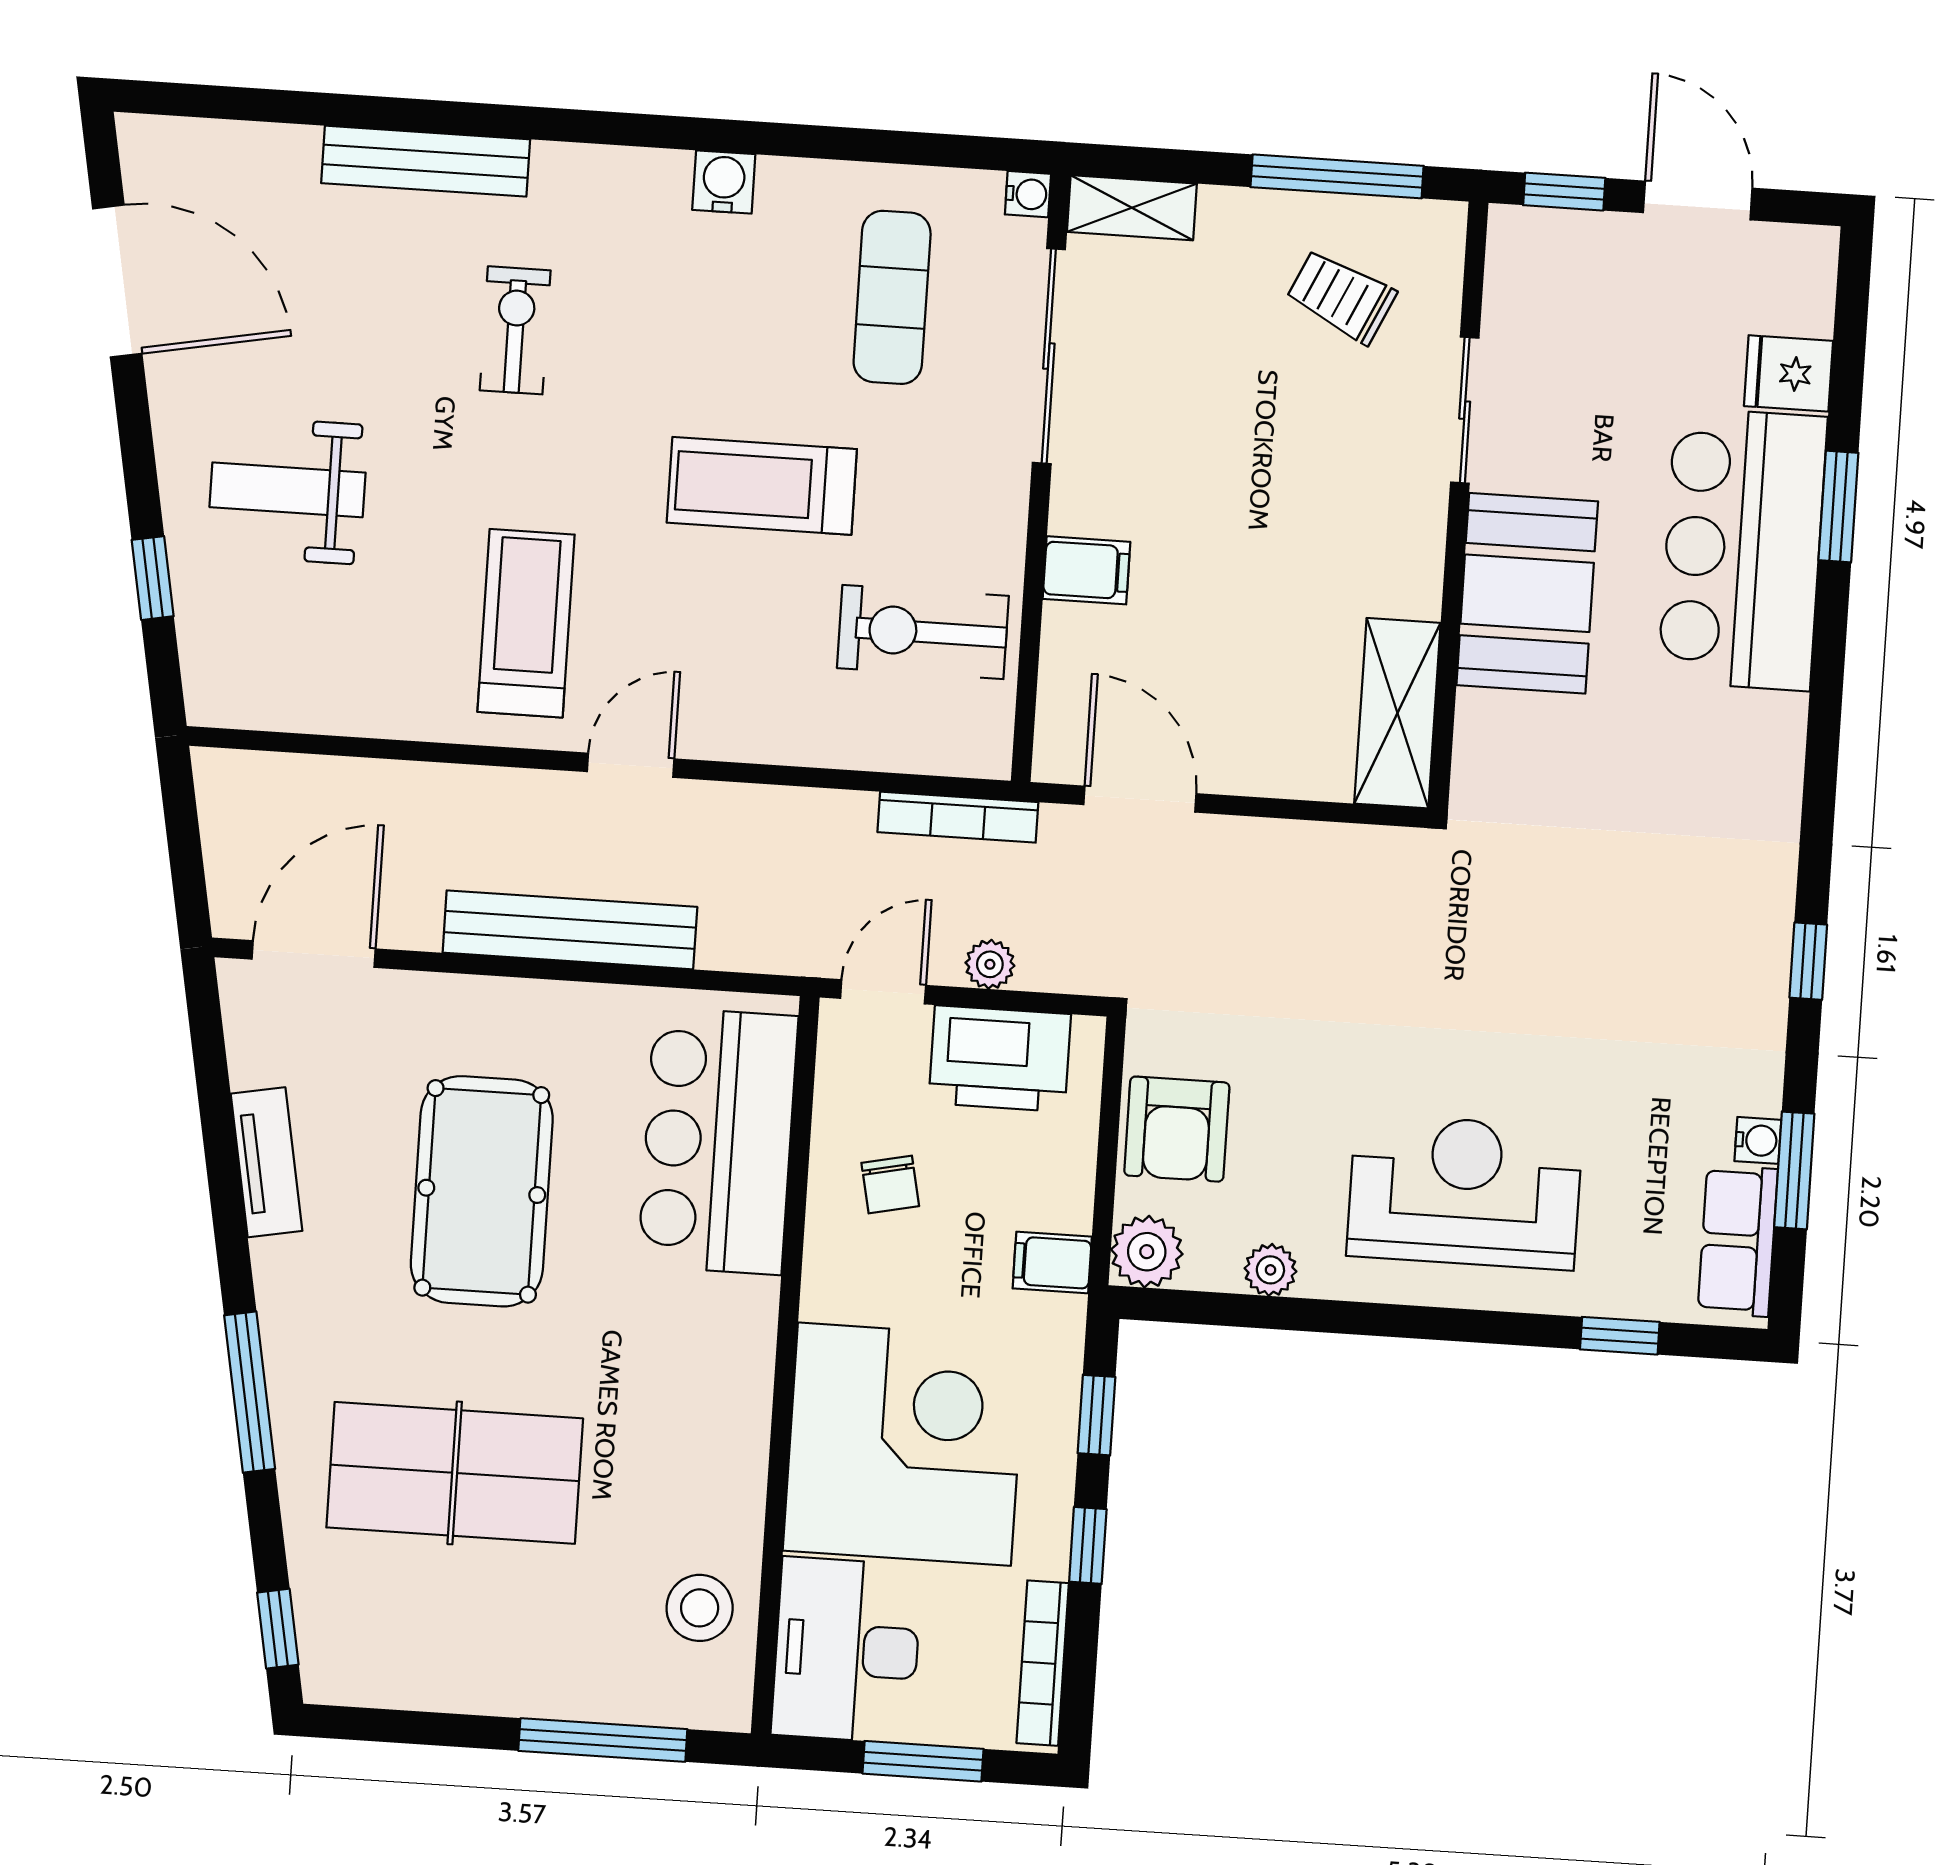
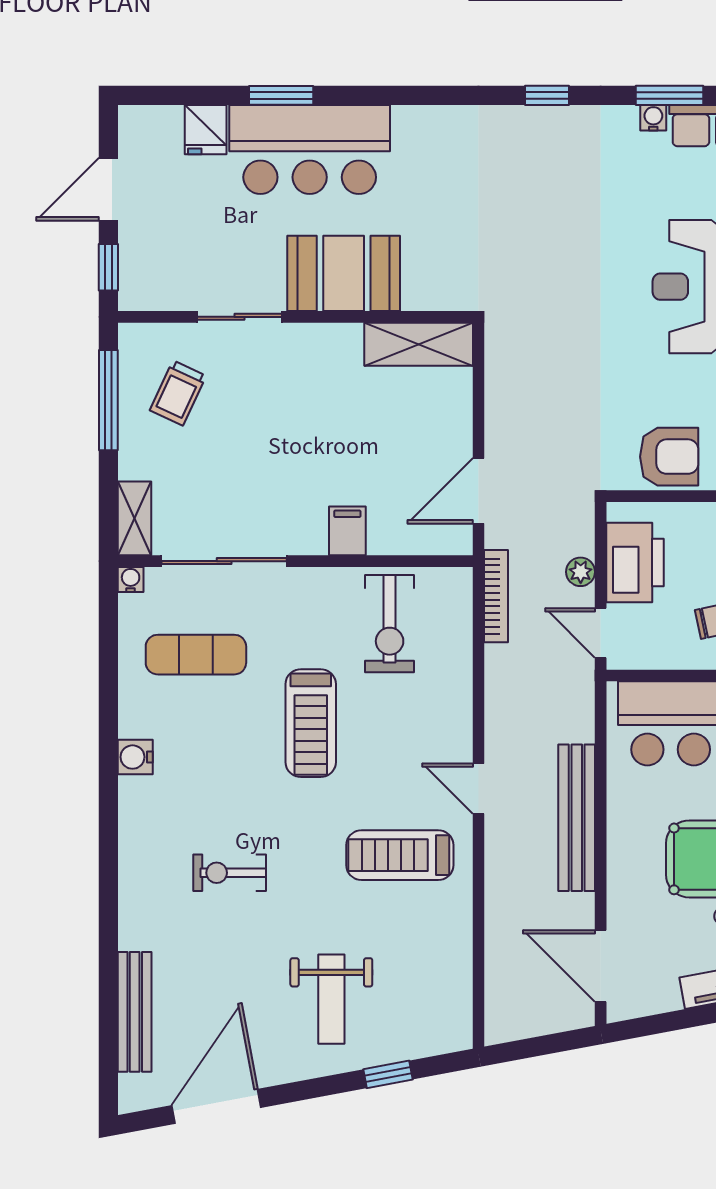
bench: (426, 161) -> (135, 1012), moved

